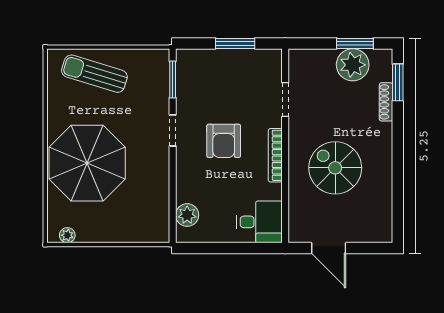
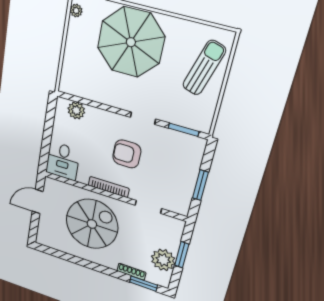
window: (355, 43) -> (182, 255), moved
spiral stairs: (335, 168) -> (92, 224), width x1.37, depth x1.37

